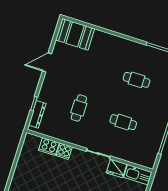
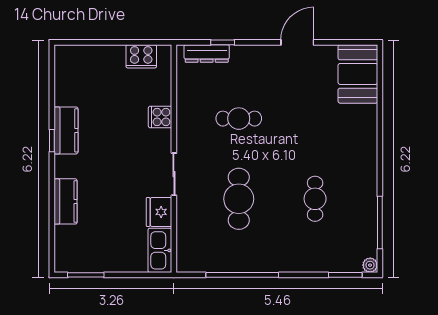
door: (47, 62) -> (297, 42), hinge flipped
cafe table: (123, 122) -> (239, 199), width x1.37, depth x1.35
cooker: (49, 146) -> (141, 56), moved, turned -90

